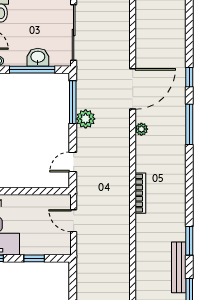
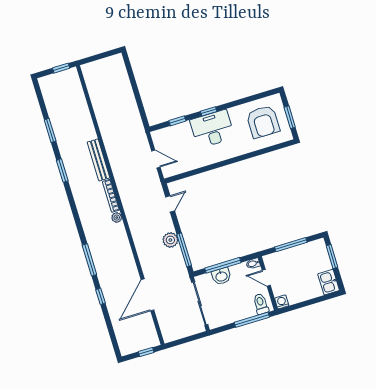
door: (133, 89) -> (148, 295), moved
plant: (141, 129) -> (117, 218), moved
bench: (179, 267) -> (99, 160), moved

